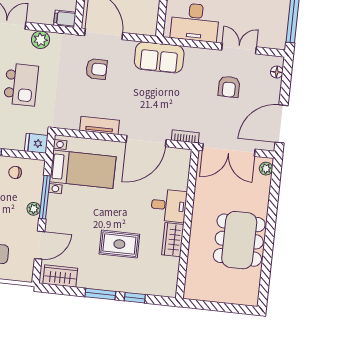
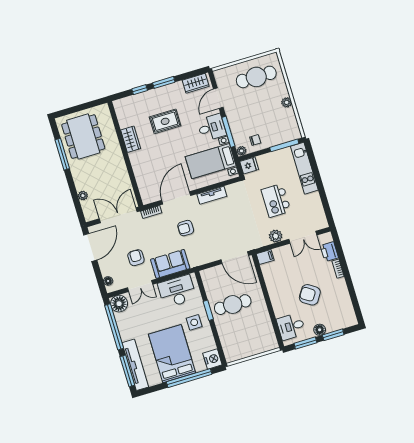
floor lamp: (275, 37) -> (119, 304), added
sofa: (159, 57) -> (170, 264), moved
armchair: (96, 69) -> (186, 228), moved
plant: (266, 169) -> (83, 196), moved
desk: (169, 206) -> (212, 128), moved, turned 180
plant: (34, 209) -> (242, 151), moved
dining table: (239, 240) -> (83, 137), moved
window: (267, 257) -> (62, 154), added

